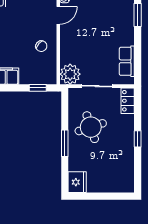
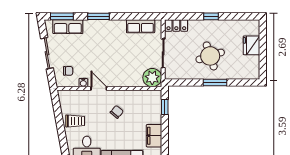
chair: (41, 46) -> (117, 112), moved
round table: (91, 127) -> (210, 56), moved
fridge: (77, 182) -> (252, 45), moved, turned -90

